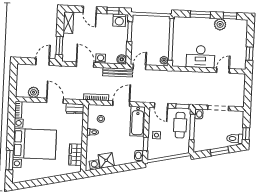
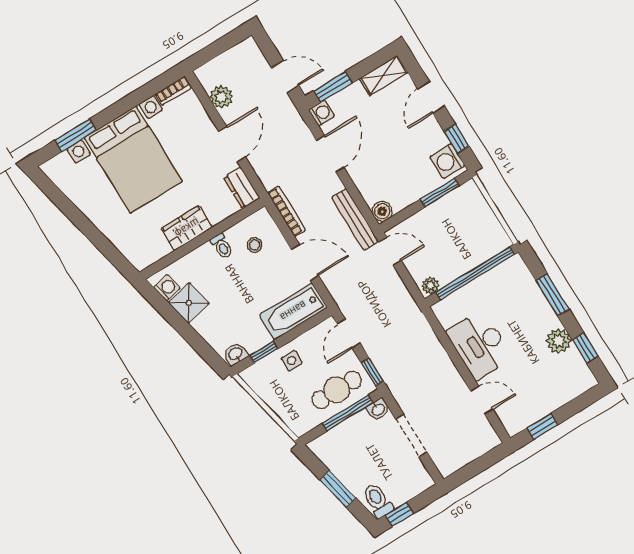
washing machine: (101, 59) -> (322, 113), moved
wardrobe: (75, 155) -> (187, 228), moved

